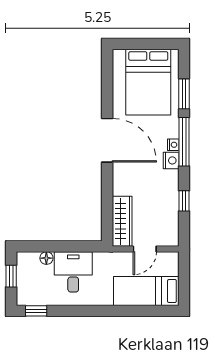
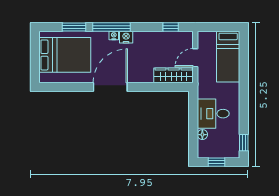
window: (184, 201) -> (171, 27), moved
door: (145, 249) -> (195, 58), swing flipped

